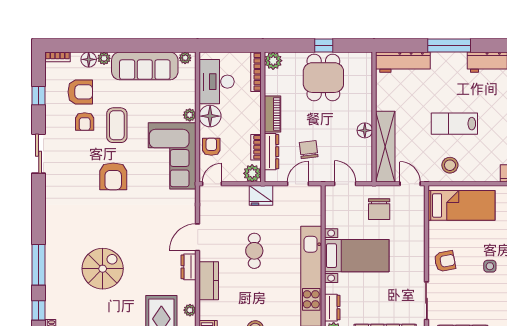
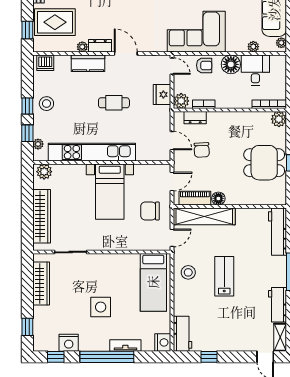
desk: (217, 82) -> (255, 70), width x0.73
piano: (272, 114) -> (195, 198), moved, turned 180
plant: (190, 115) -> (253, 47), moved
chair: (309, 150) -> (202, 150), turned 94
dresser: (271, 152) -> (195, 118), width x0.70
fridge: (261, 195) -> (162, 95), moved
armchair: (445, 261) -> (105, 268), removed
side table: (490, 266) -> (101, 307), width x1.87, depth x1.87
dresser: (332, 308) -> (65, 170), removed
plant: (190, 310) -> (82, 47), moved

